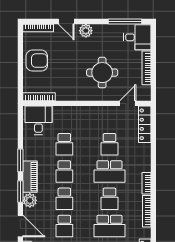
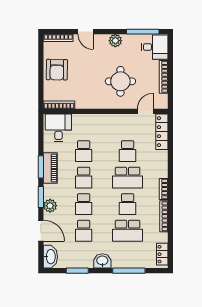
plant: (86, 31) -> (115, 41), moved
armchair: (37, 61) -> (57, 70), turned 91
piano: (30, 177) -> (50, 168), moved

